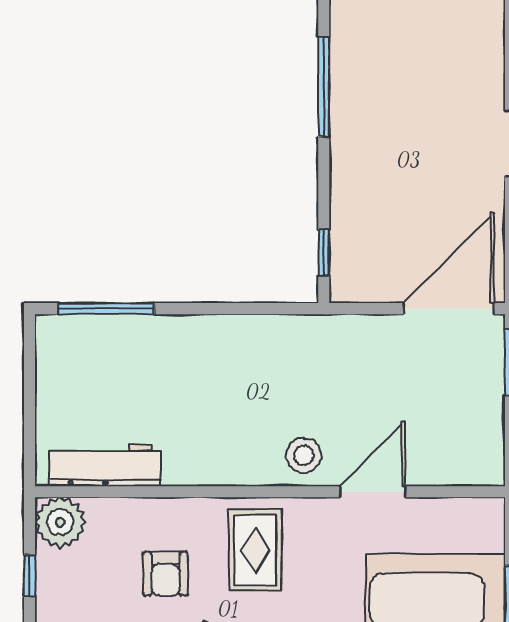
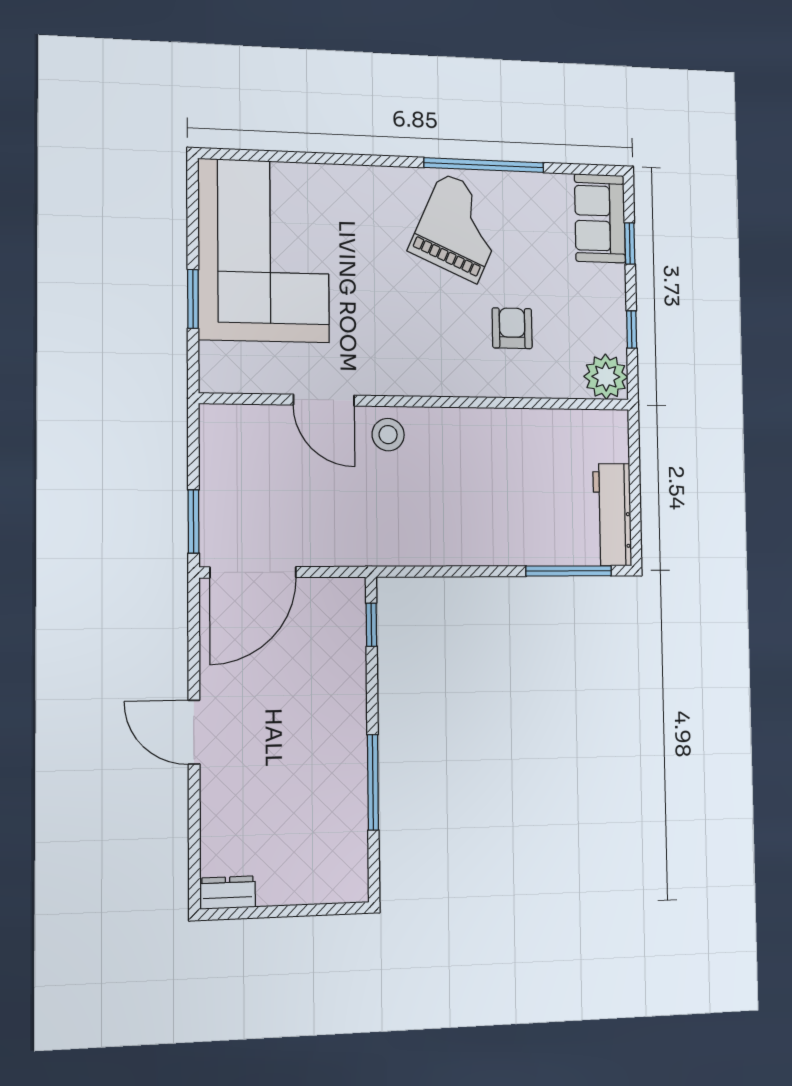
workbench: (105, 465) -> (612, 515), moved, turned 90
door: (373, 492) -> (324, 400), hinge flipped
rug: (255, 550) -> (432, 348), removed

